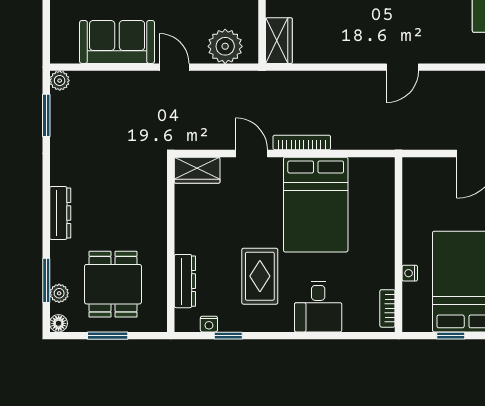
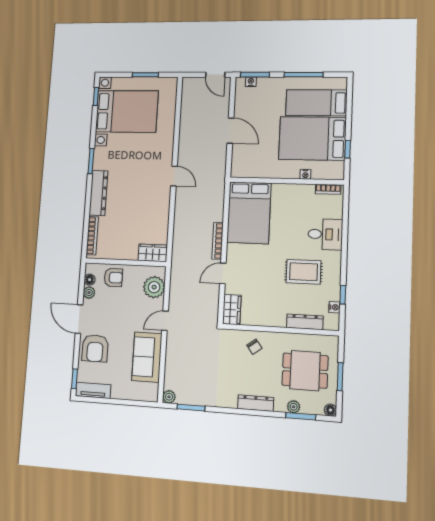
bed: (316, 205) -> (249, 213), moved, turned 90
chair: (143, 207) -> (254, 347), added
plant: (59, 293) -> (294, 407), moved

